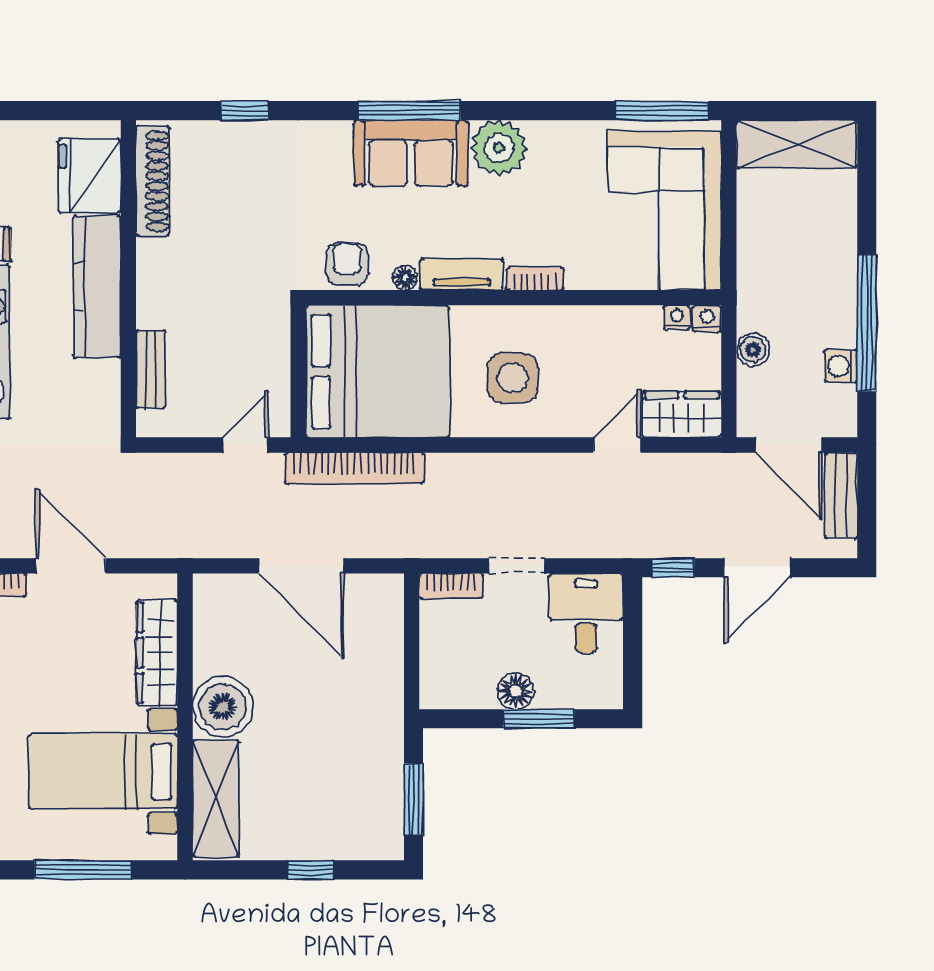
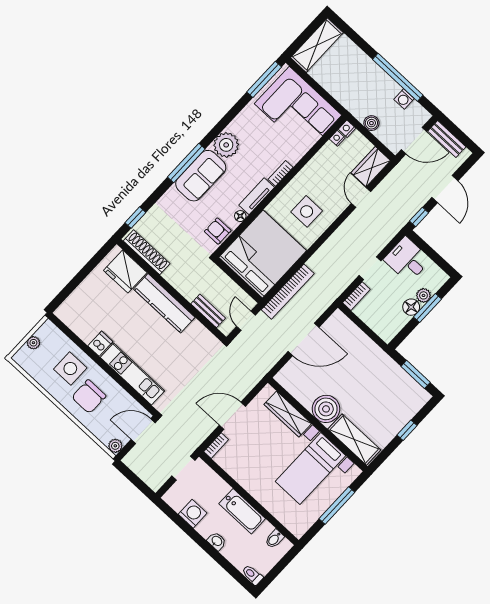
fridge: (90, 176) -> (125, 271), moved
shoe rack: (153, 181) -> (147, 252), moved
wall: (128, 279) -> (171, 291), moved
kitchen counter: (97, 287) -> (164, 303), moved
bench: (151, 369) -> (208, 311), moved
plant: (553, 693) -> (423, 295), added

